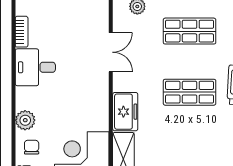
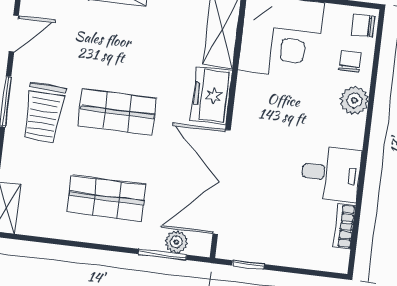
double door: (111, 52) -> (222, 182), width x1.87
chair: (32, 147) -> (350, 61), turned 180

